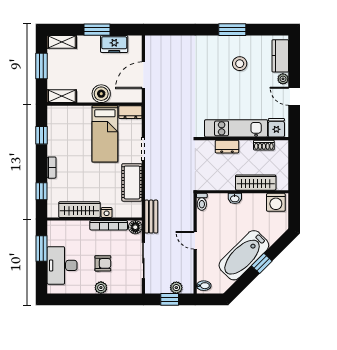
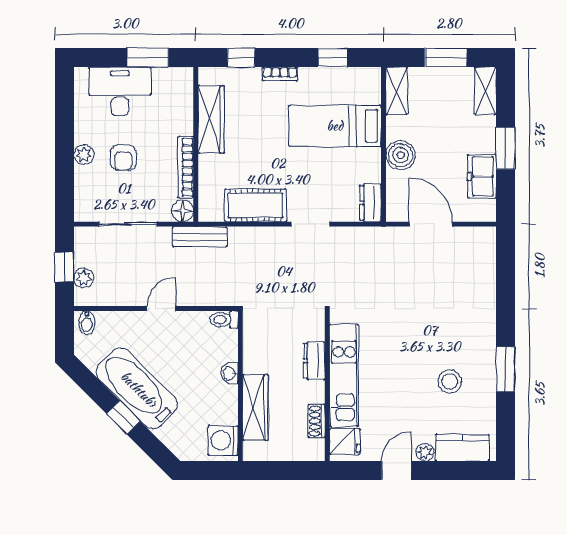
bed: (105, 134) -> (335, 126), moved
nightstand: (107, 212) -> (206, 164), removed

